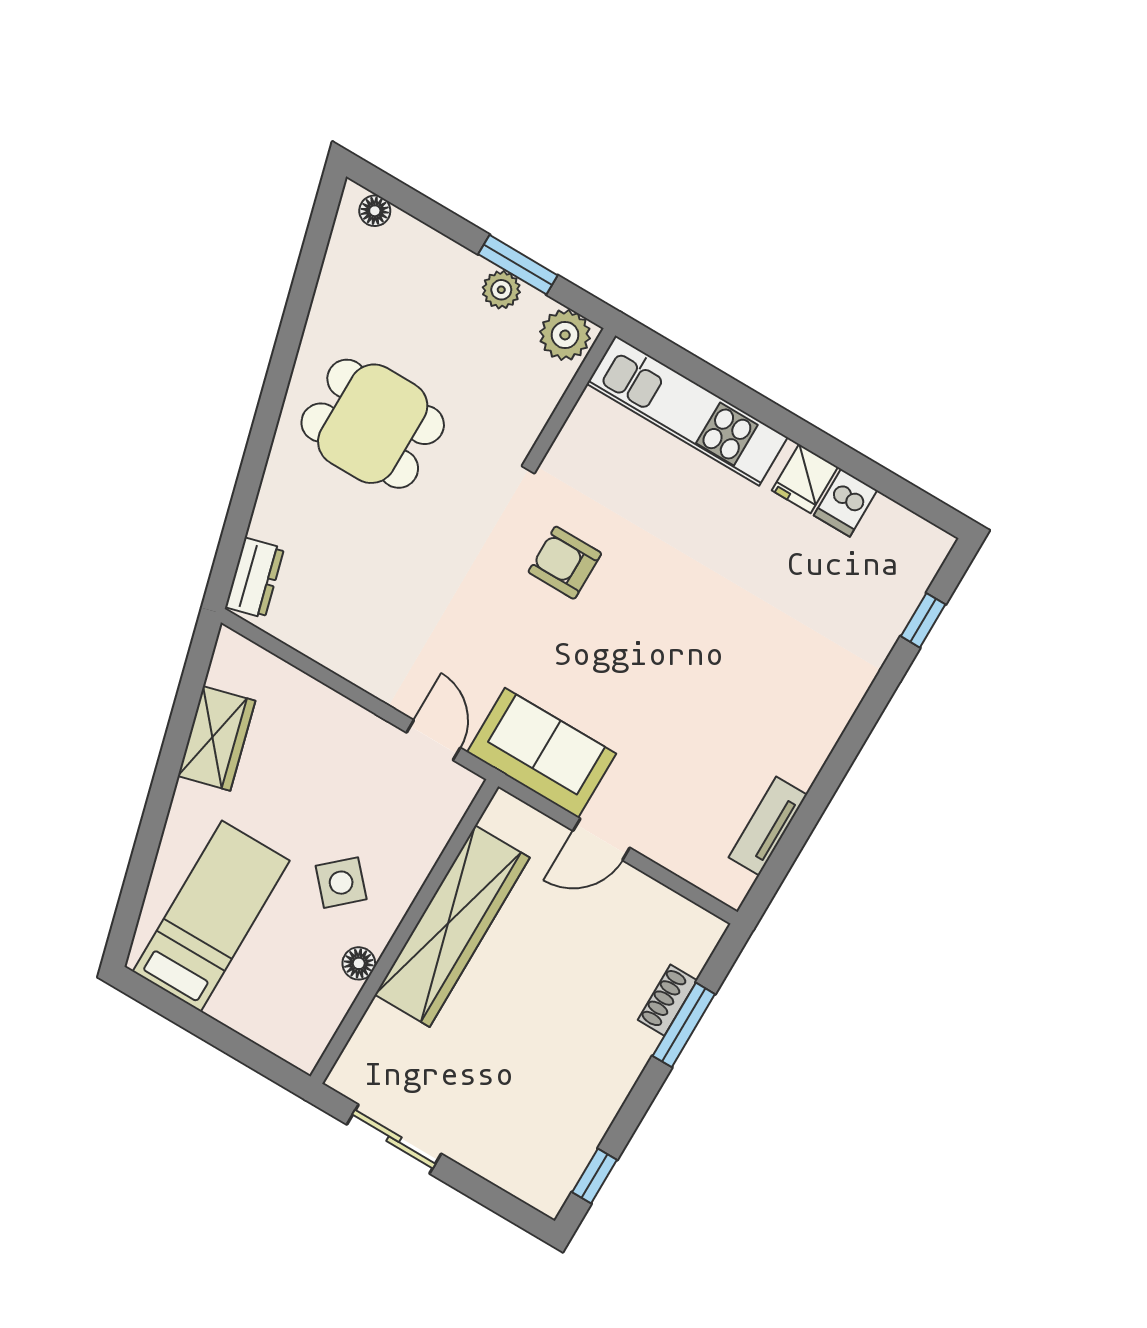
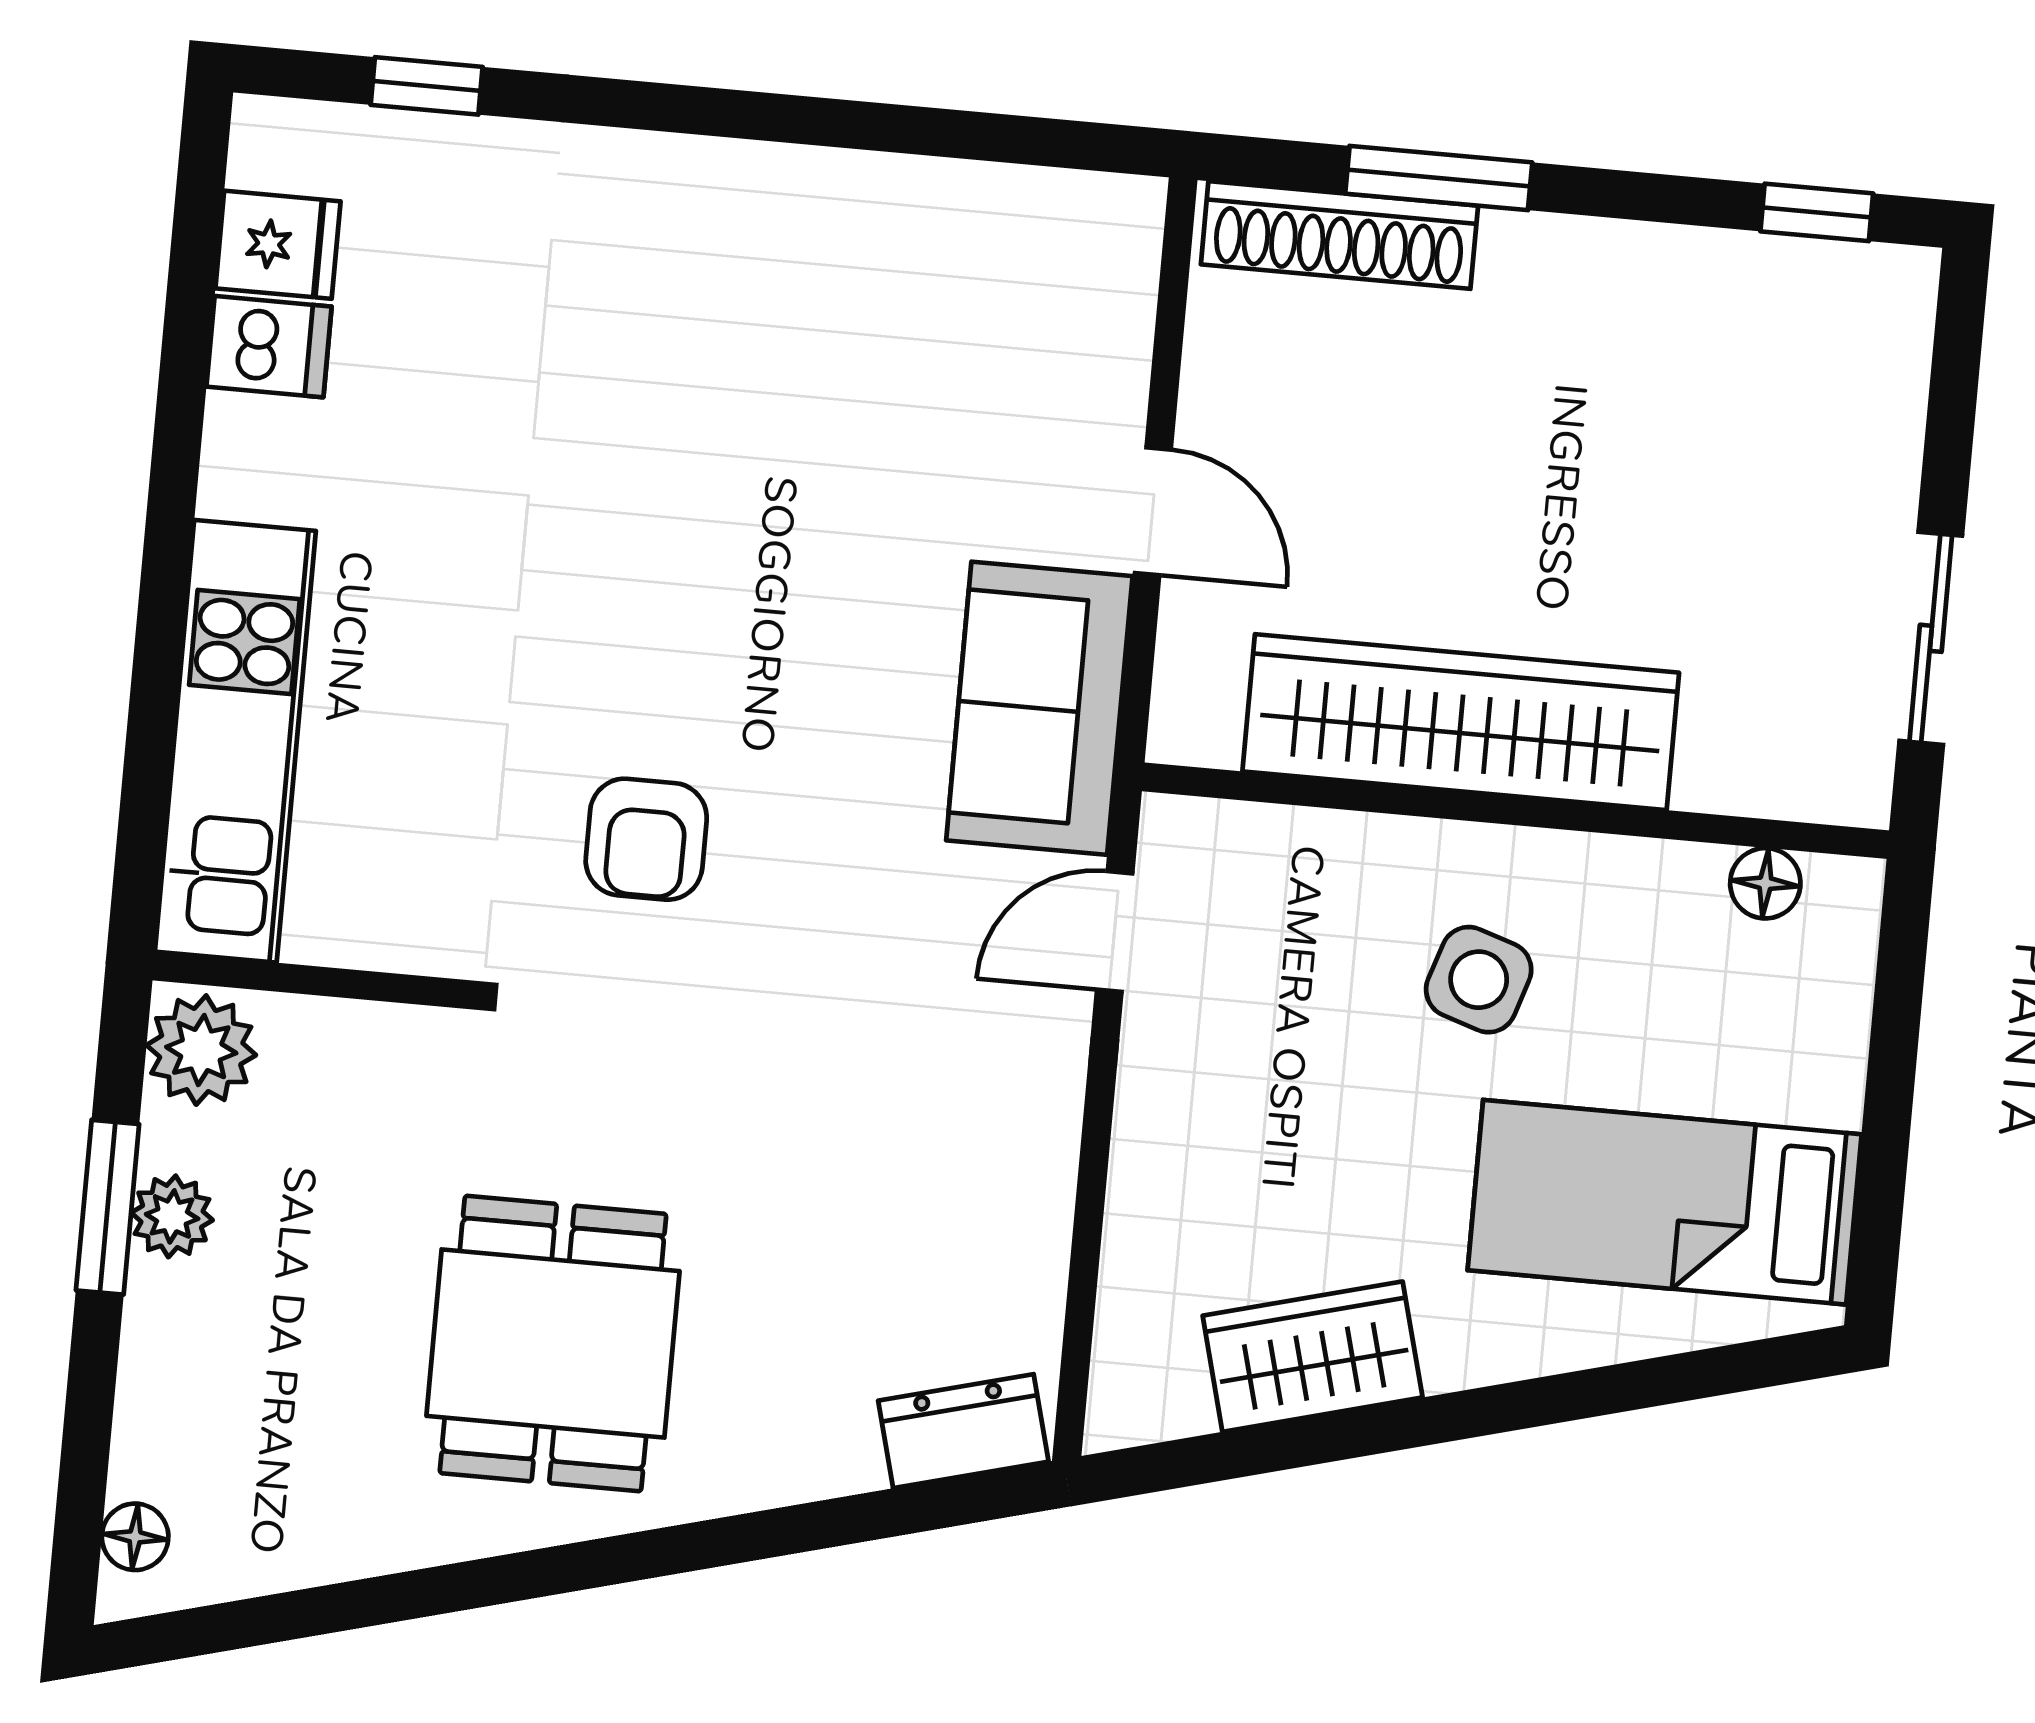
fridge: (805, 479) -> (278, 245), moved
tv unit: (768, 826) -> (972, 199), removed
side table: (341, 883) -> (1479, 980), turned -30
floor lamp: (359, 963) -> (1765, 883), moved
shoe rack: (667, 1000) -> (1339, 235), width x1.94, depth x1.24

